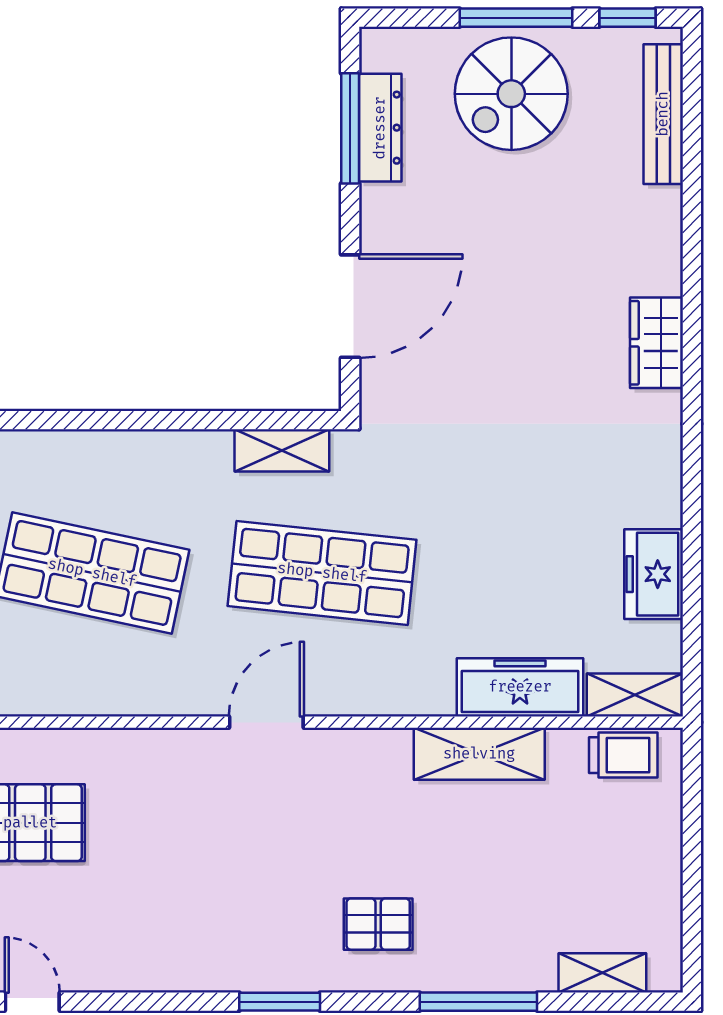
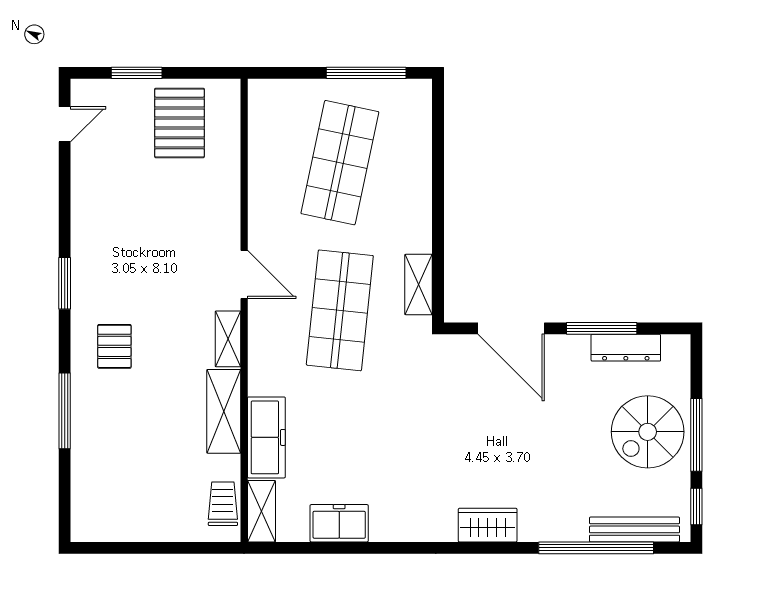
spiral stairs: (511, 94) -> (648, 432), turned -90
window: (350, 128) -> (602, 328), moved
window: (692, 174) -> (596, 548), added
trolley: (623, 755) -> (223, 504), turned 180
shelving: (602, 973) -> (228, 339), moved

